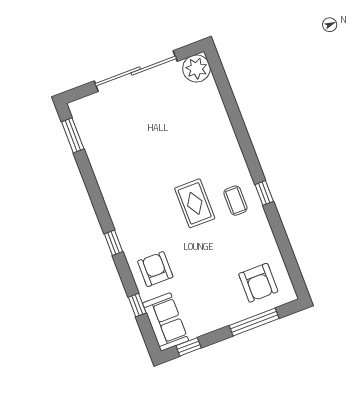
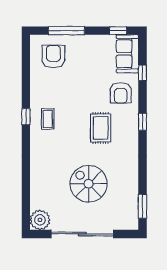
spiral stairs: (152, 138) -> (89, 184), added
rug: (195, 203) -> (101, 128), moved

